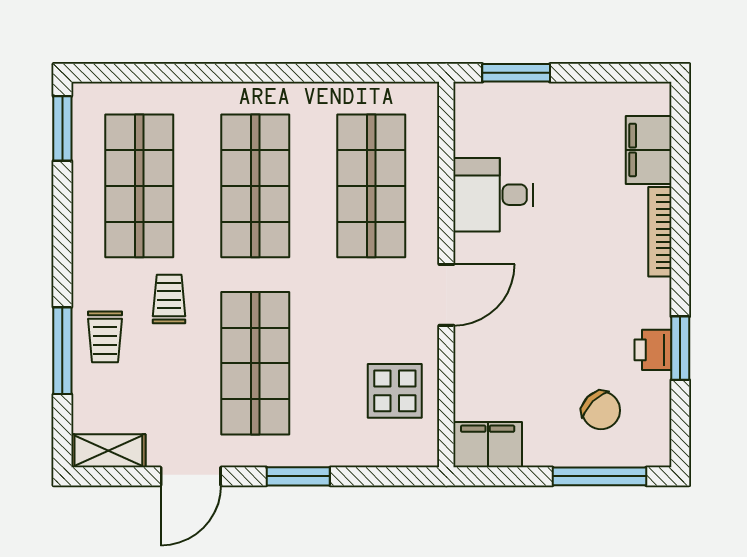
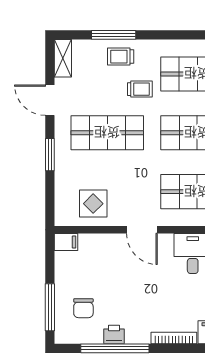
window: (680, 348) -> (115, 348), width x2.11
chair: (601, 410) -> (83, 308), turned -45
filing cabinet: (488, 445) -> (66, 242), width x0.50

